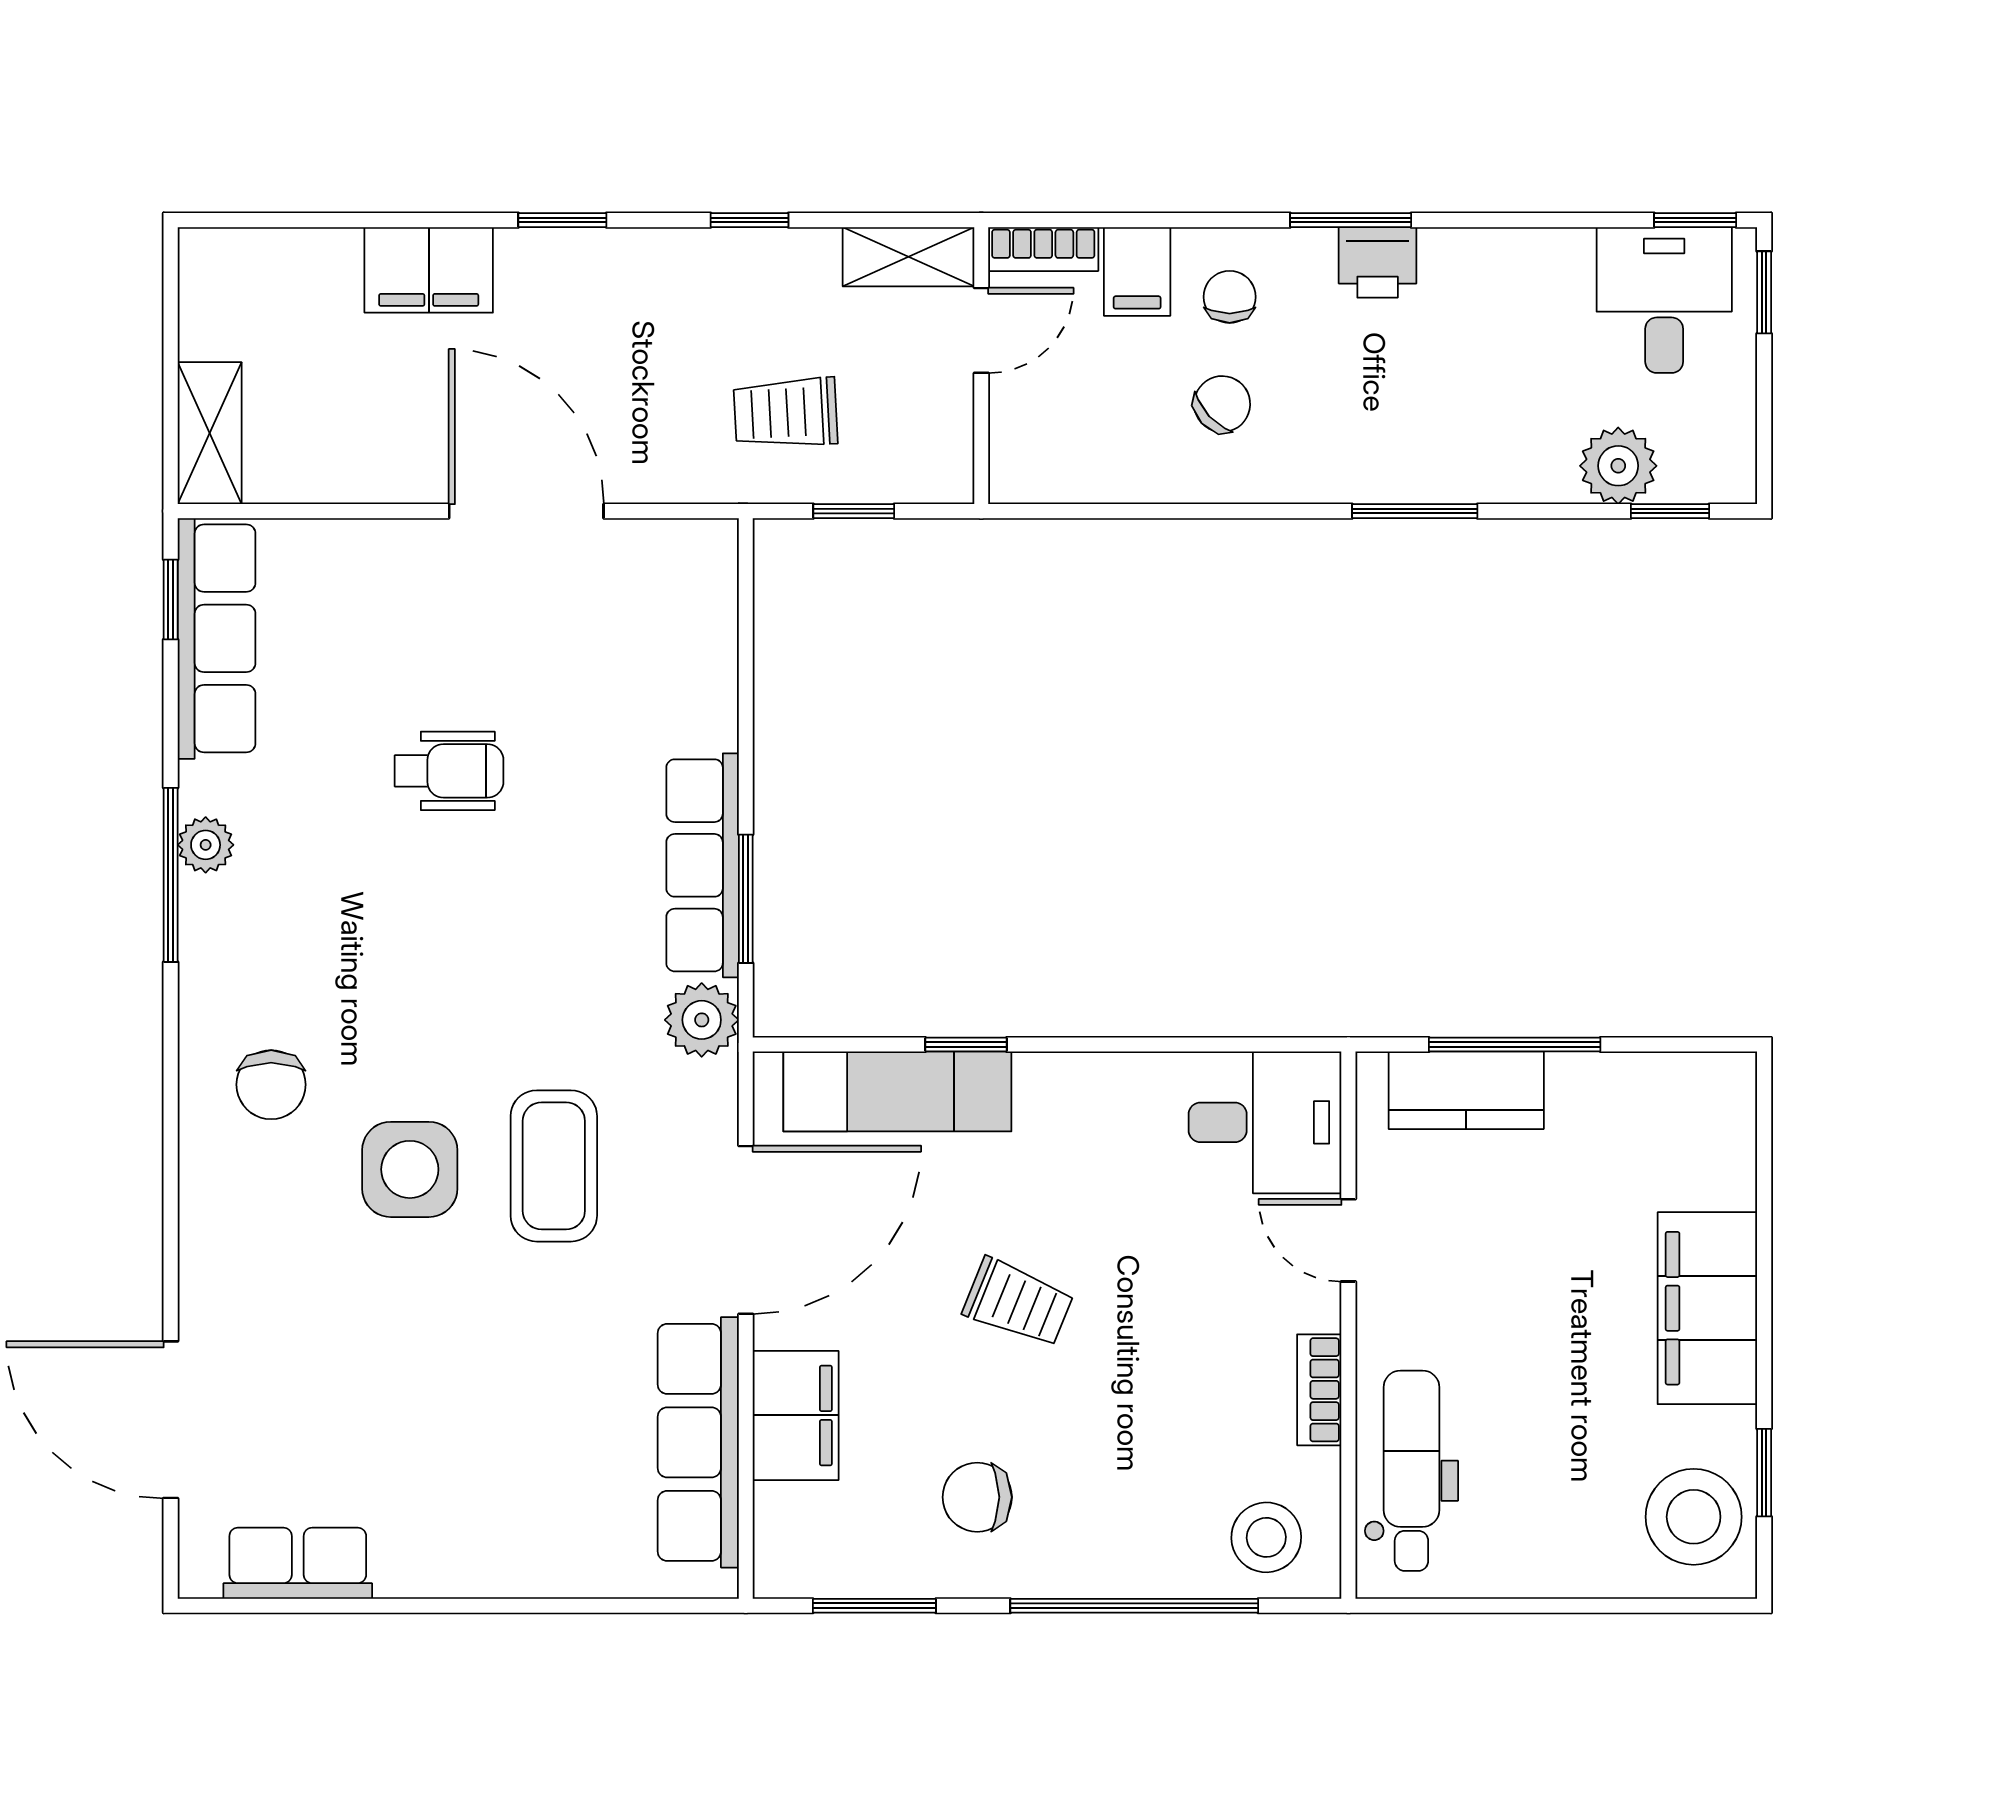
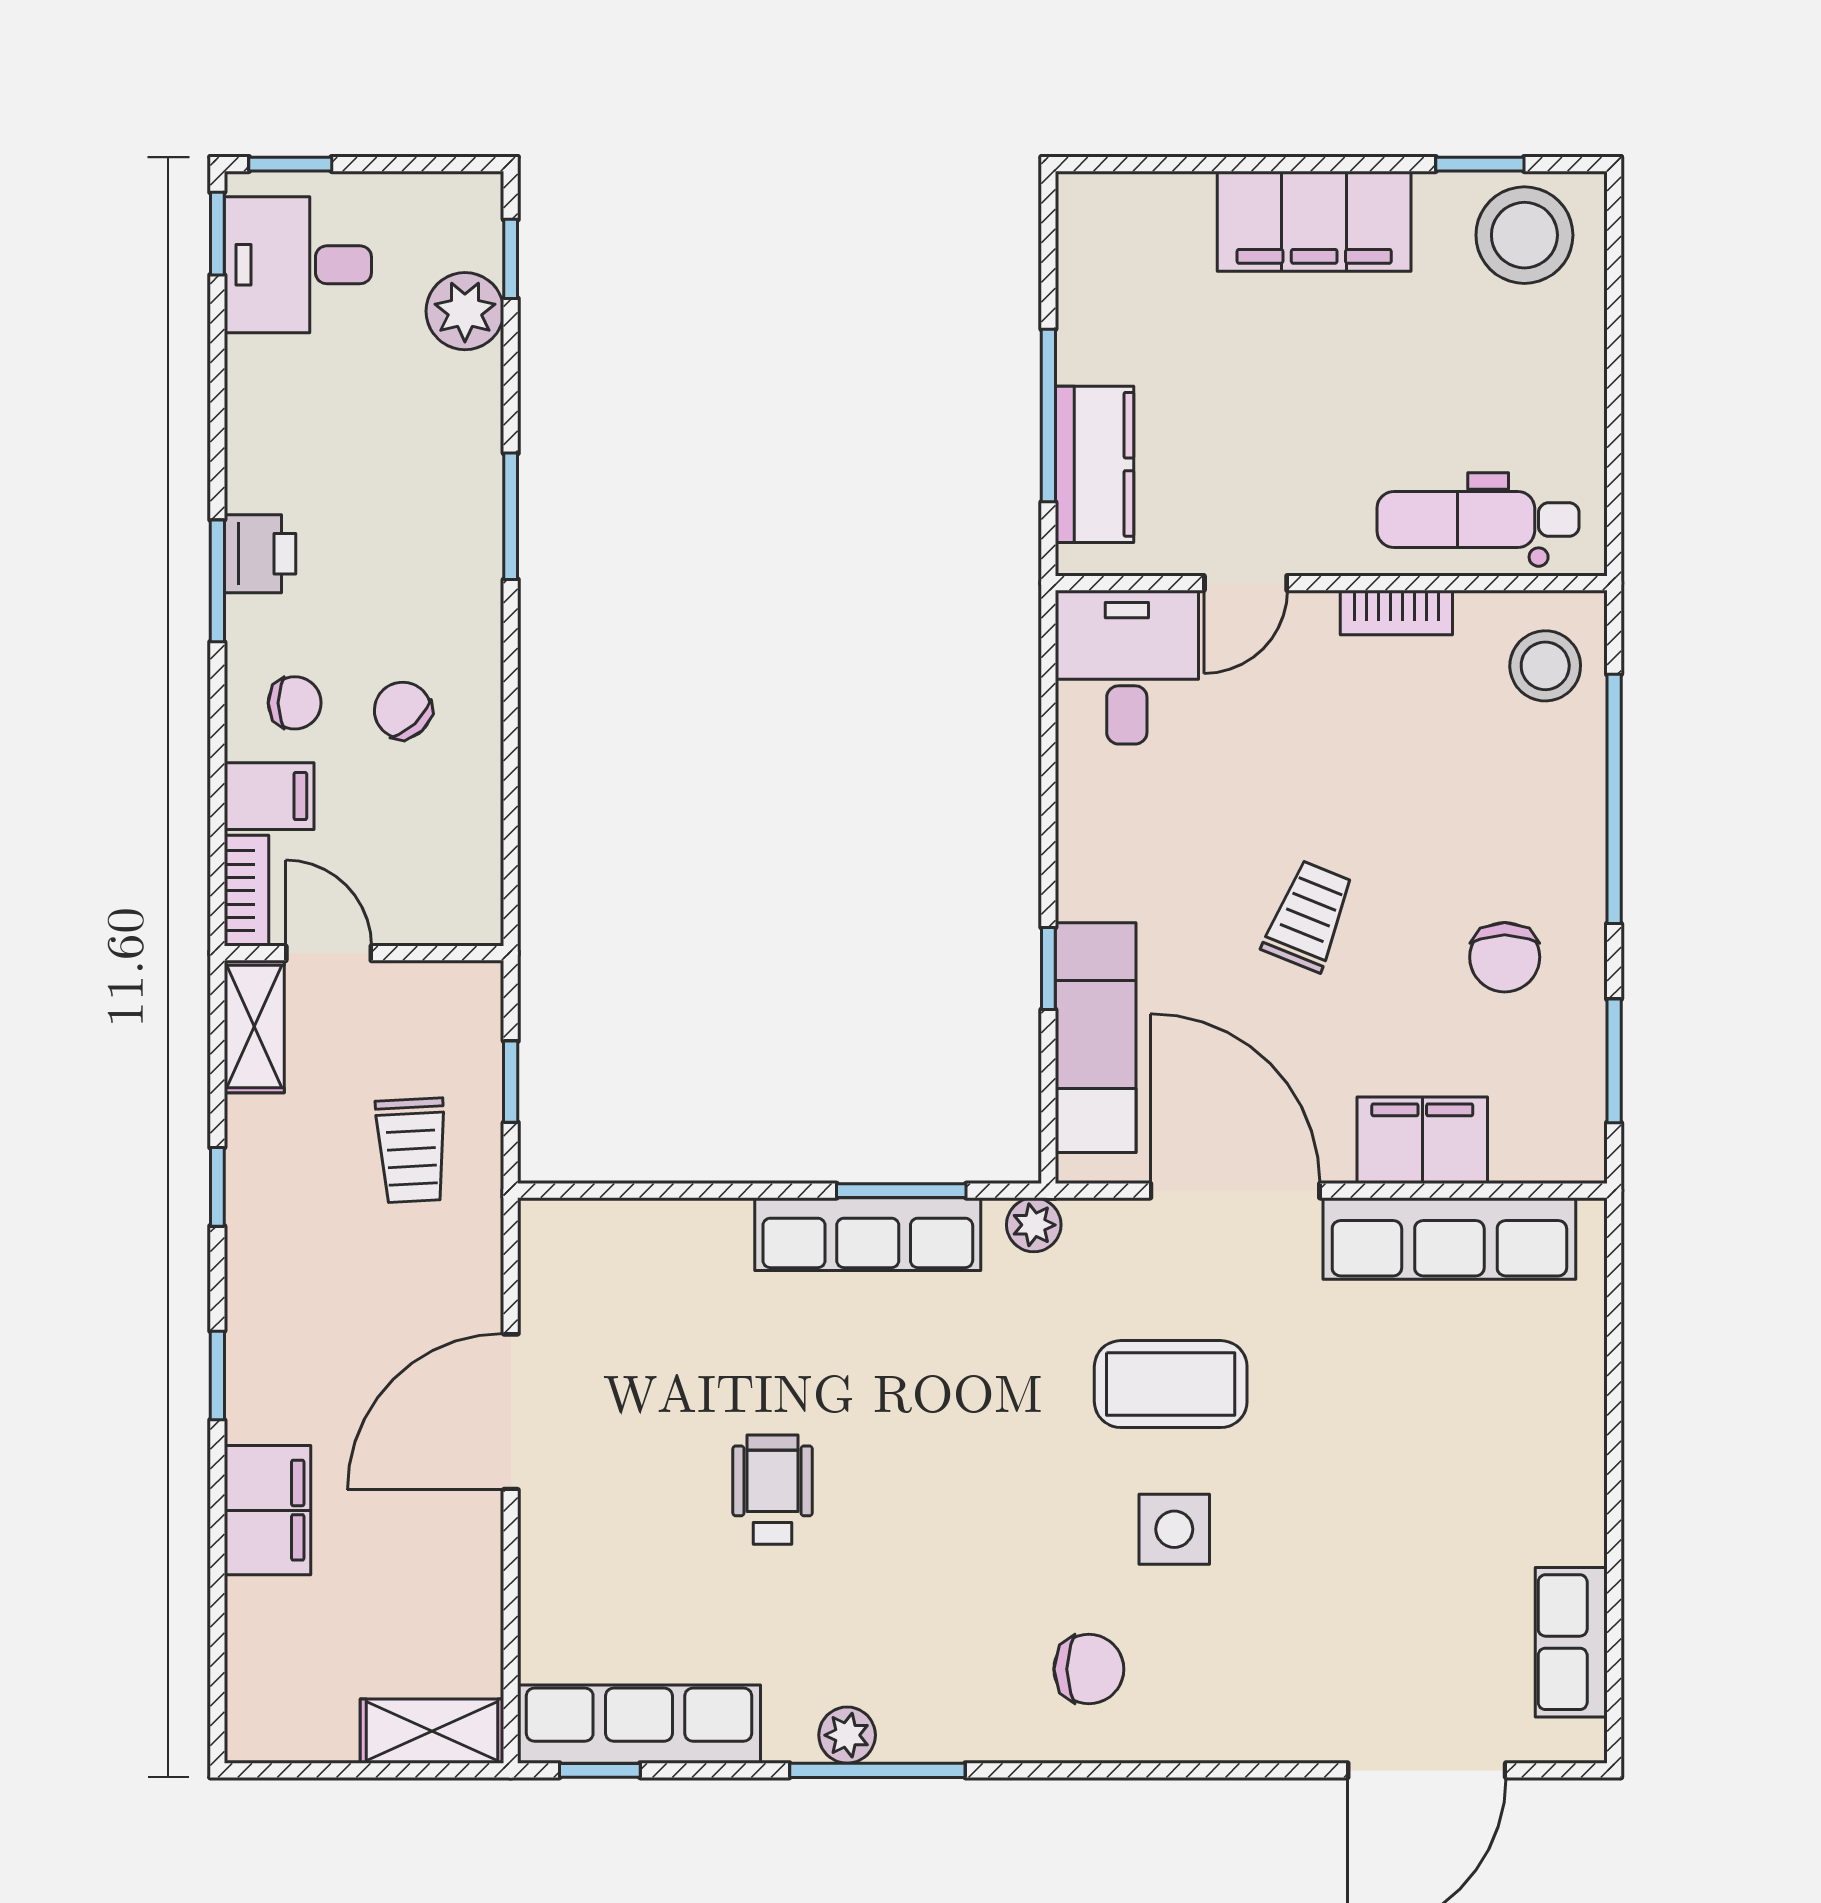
chair: (1230, 297) -> (295, 703), turned 180
plant: (702, 1020) -> (1034, 1225), width x0.73, depth x0.73
side table: (410, 1169) -> (1174, 1529), width x0.73, depth x0.73

